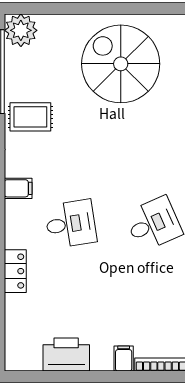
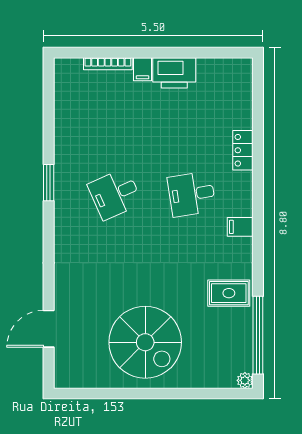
plant: (21, 30) -> (245, 380), width x0.53, depth x0.53
printer: (66, 355) -> (174, 73), moved

